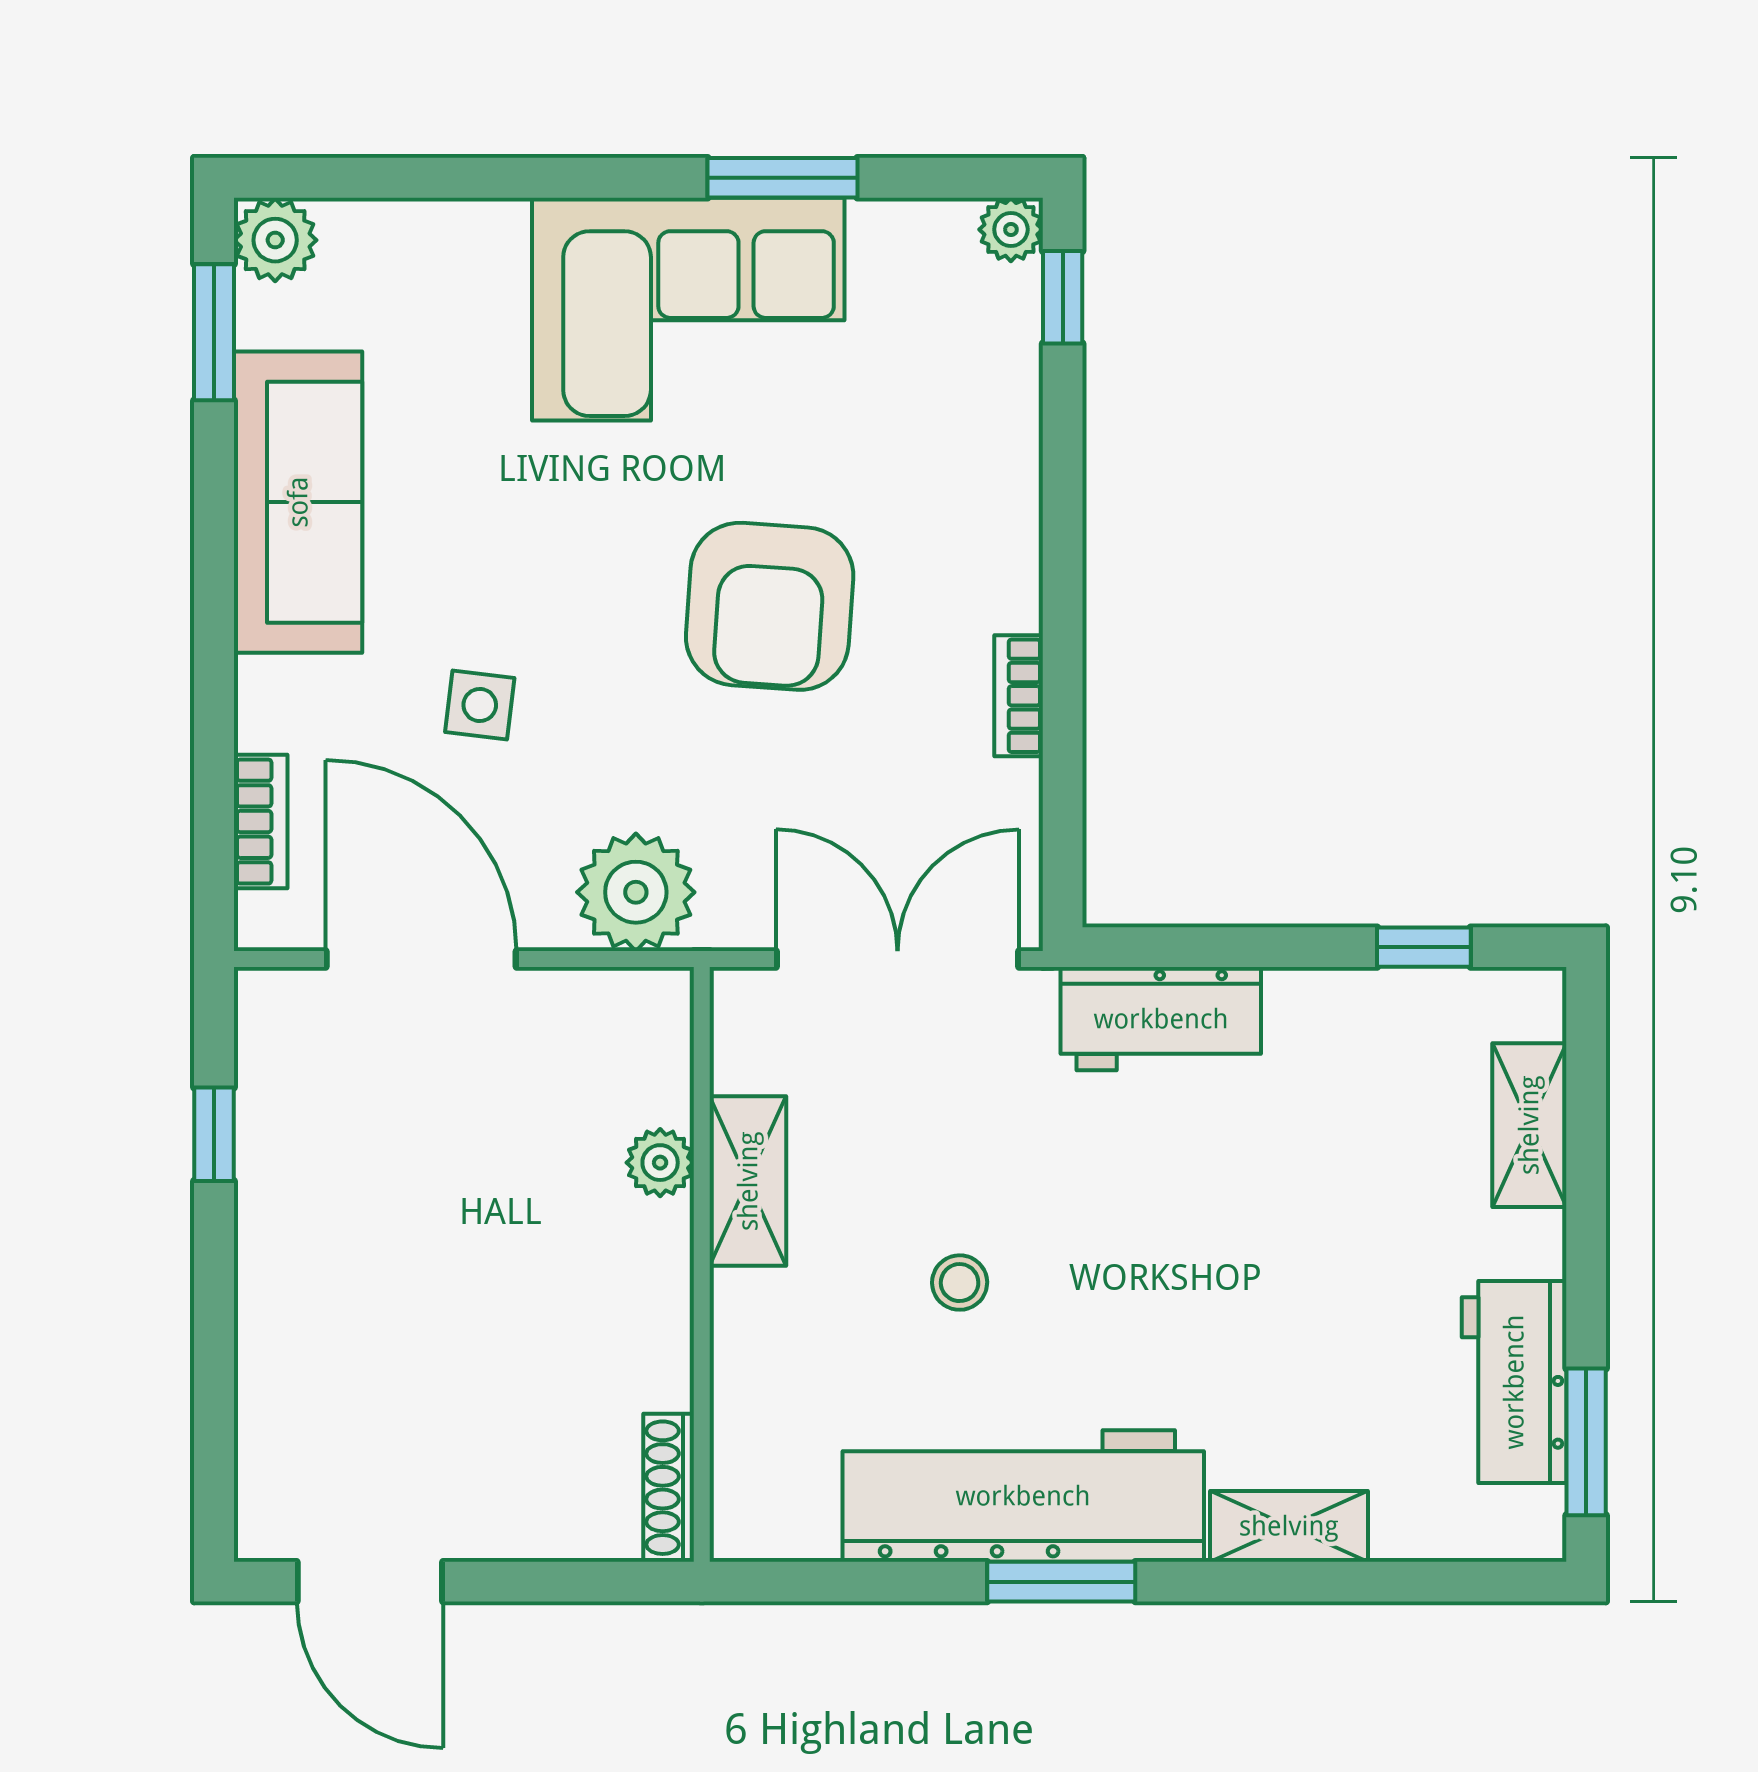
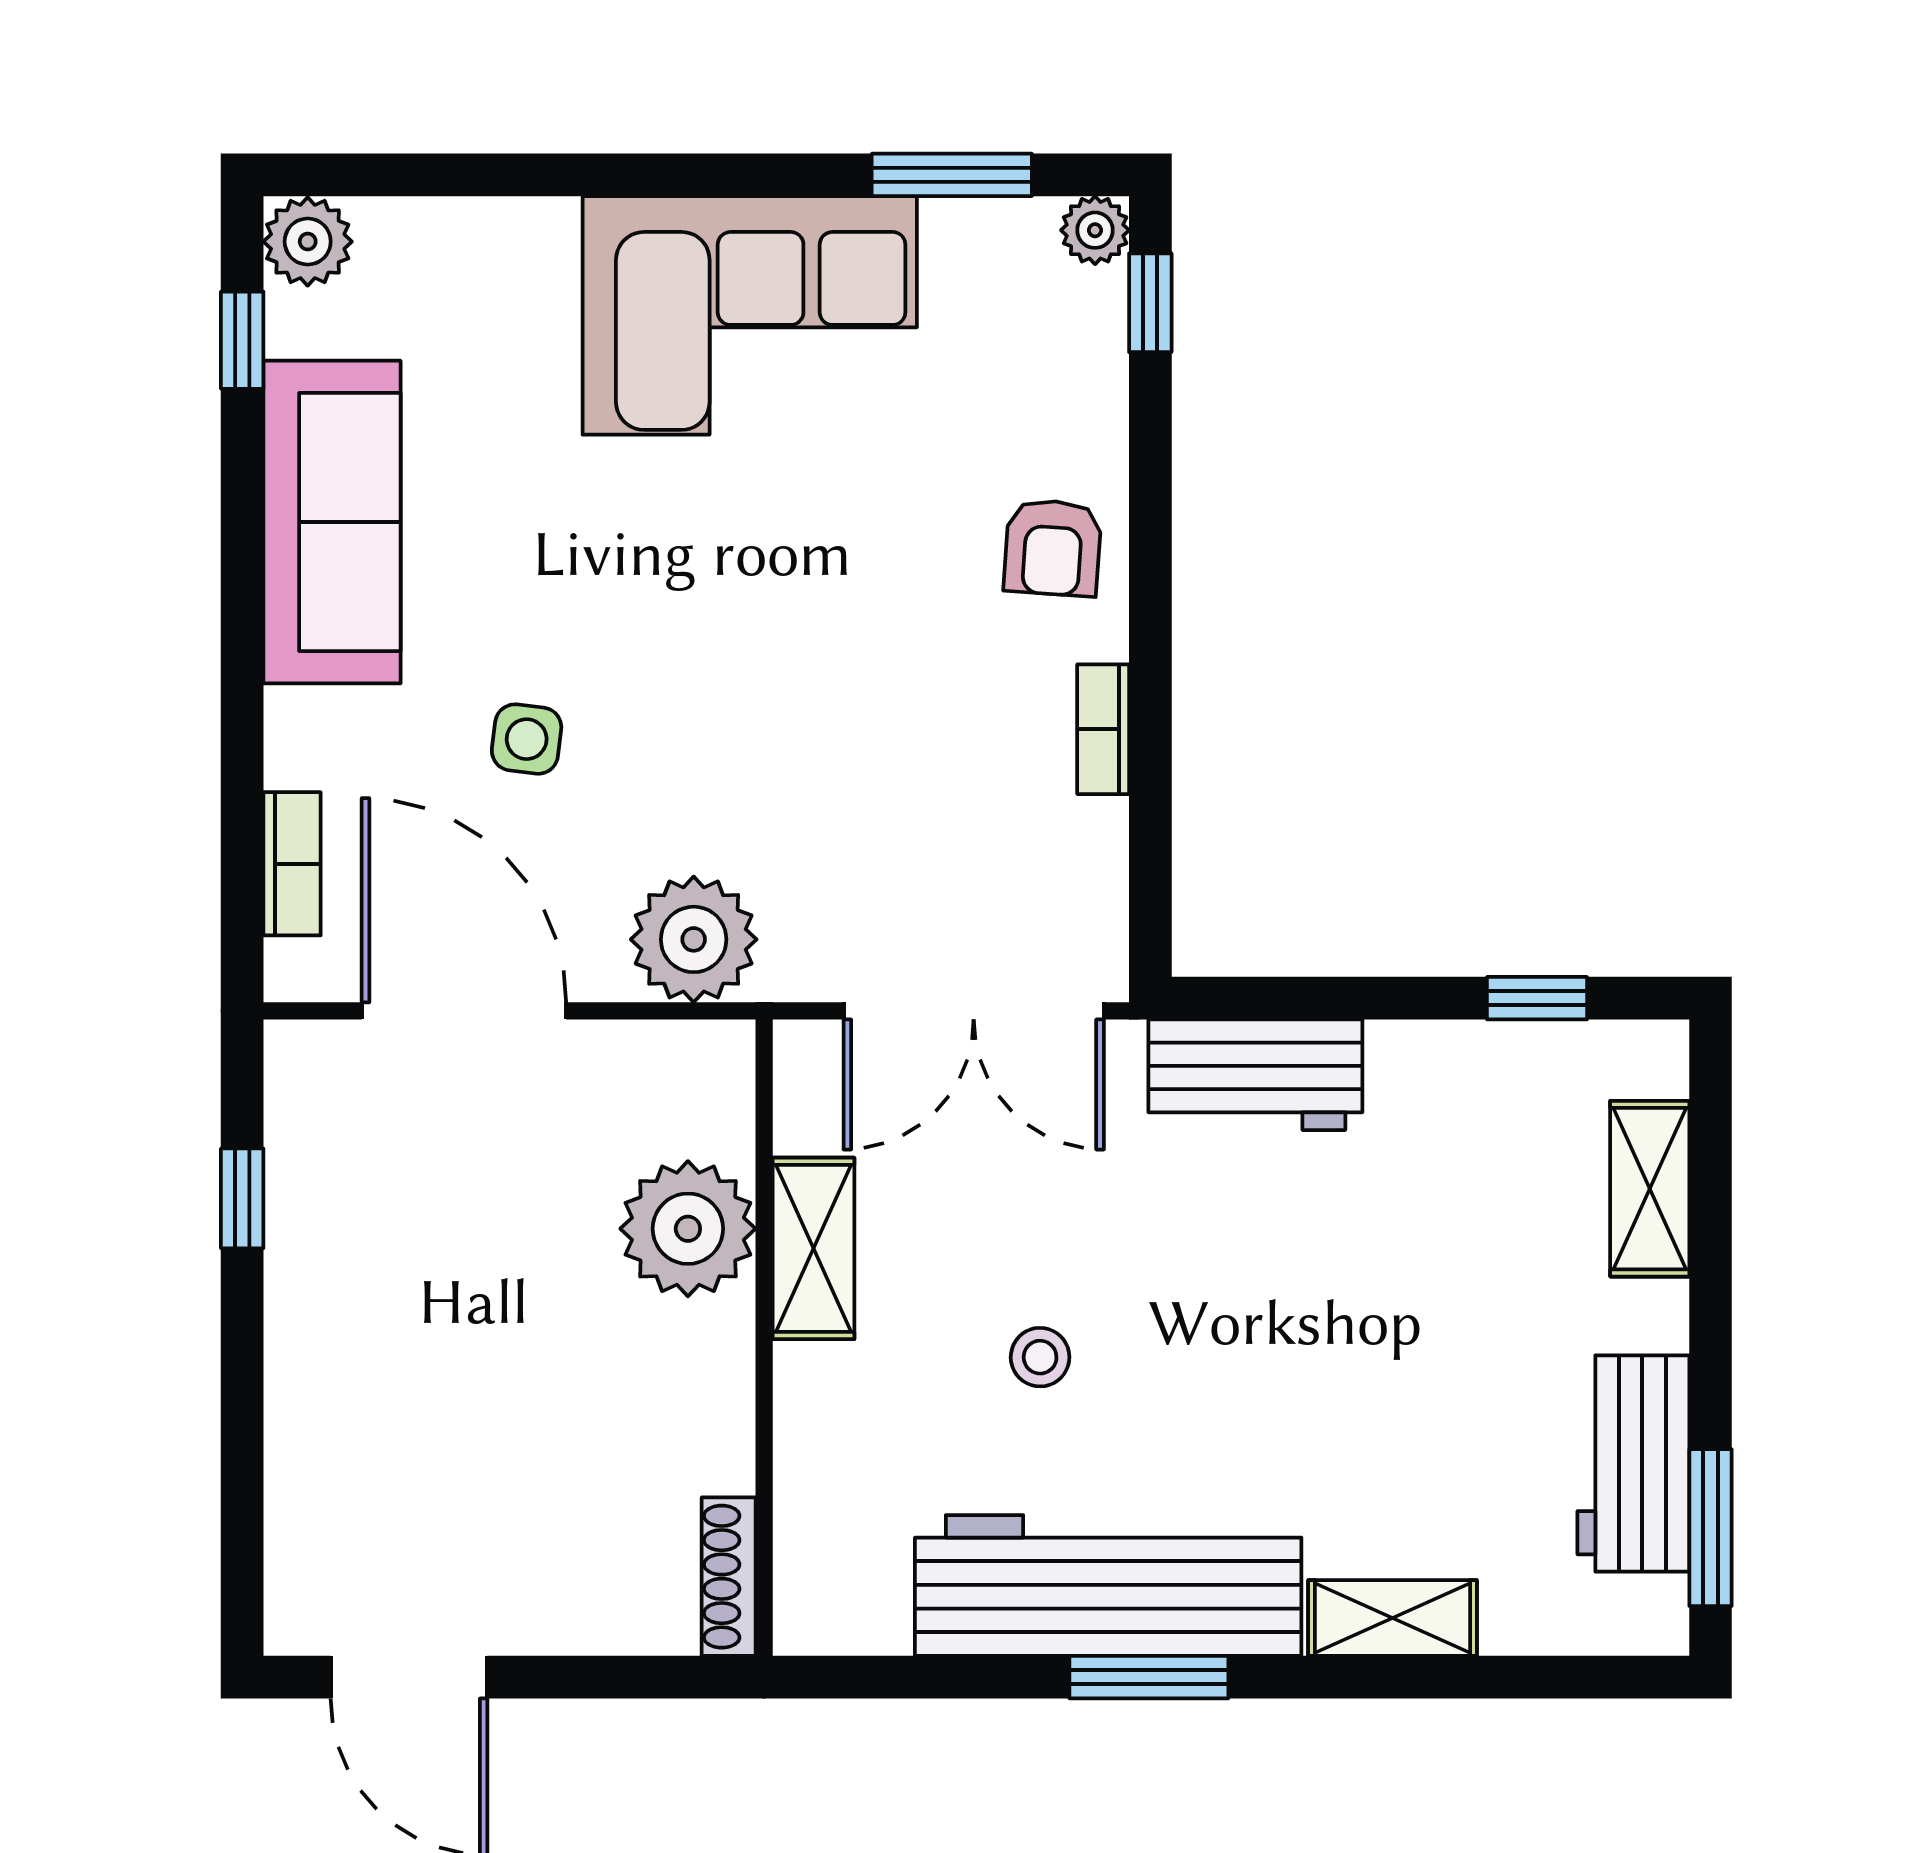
window: (783, 178) -> (952, 175), moved
window: (214, 332) -> (242, 340), width x0.67
armchair: (770, 606) -> (1053, 548), moved, width x0.53, depth x0.53
double door: (898, 959) -> (974, 1011), swing flipped
plant: (660, 1163) -> (688, 1229), width x1.87, depth x1.87

